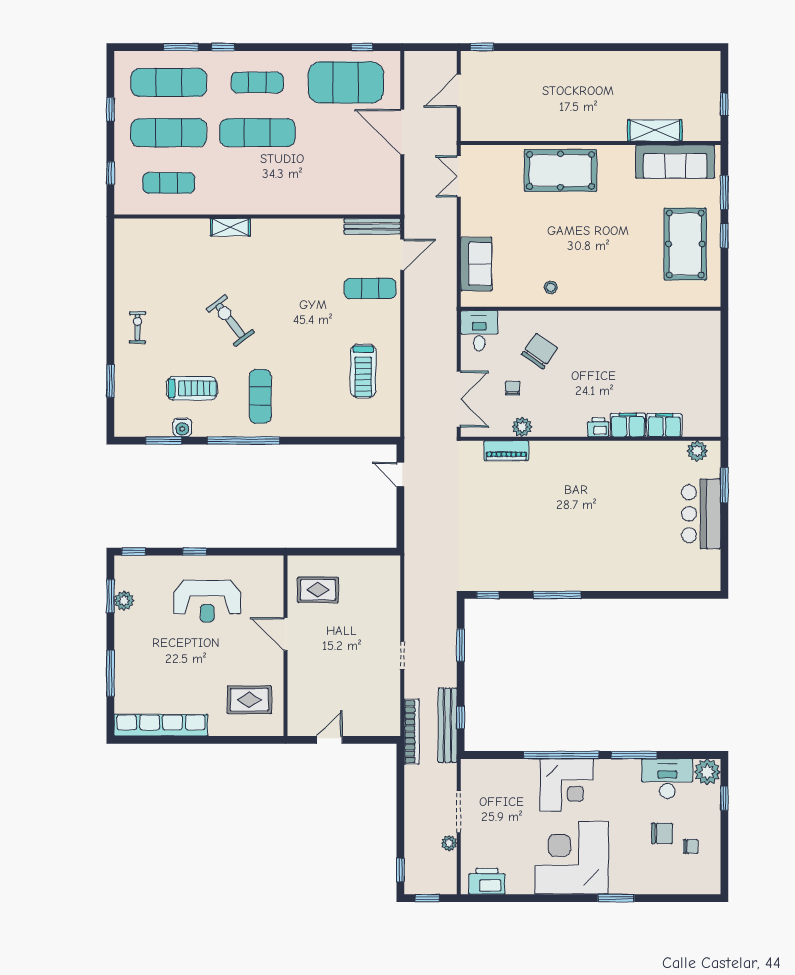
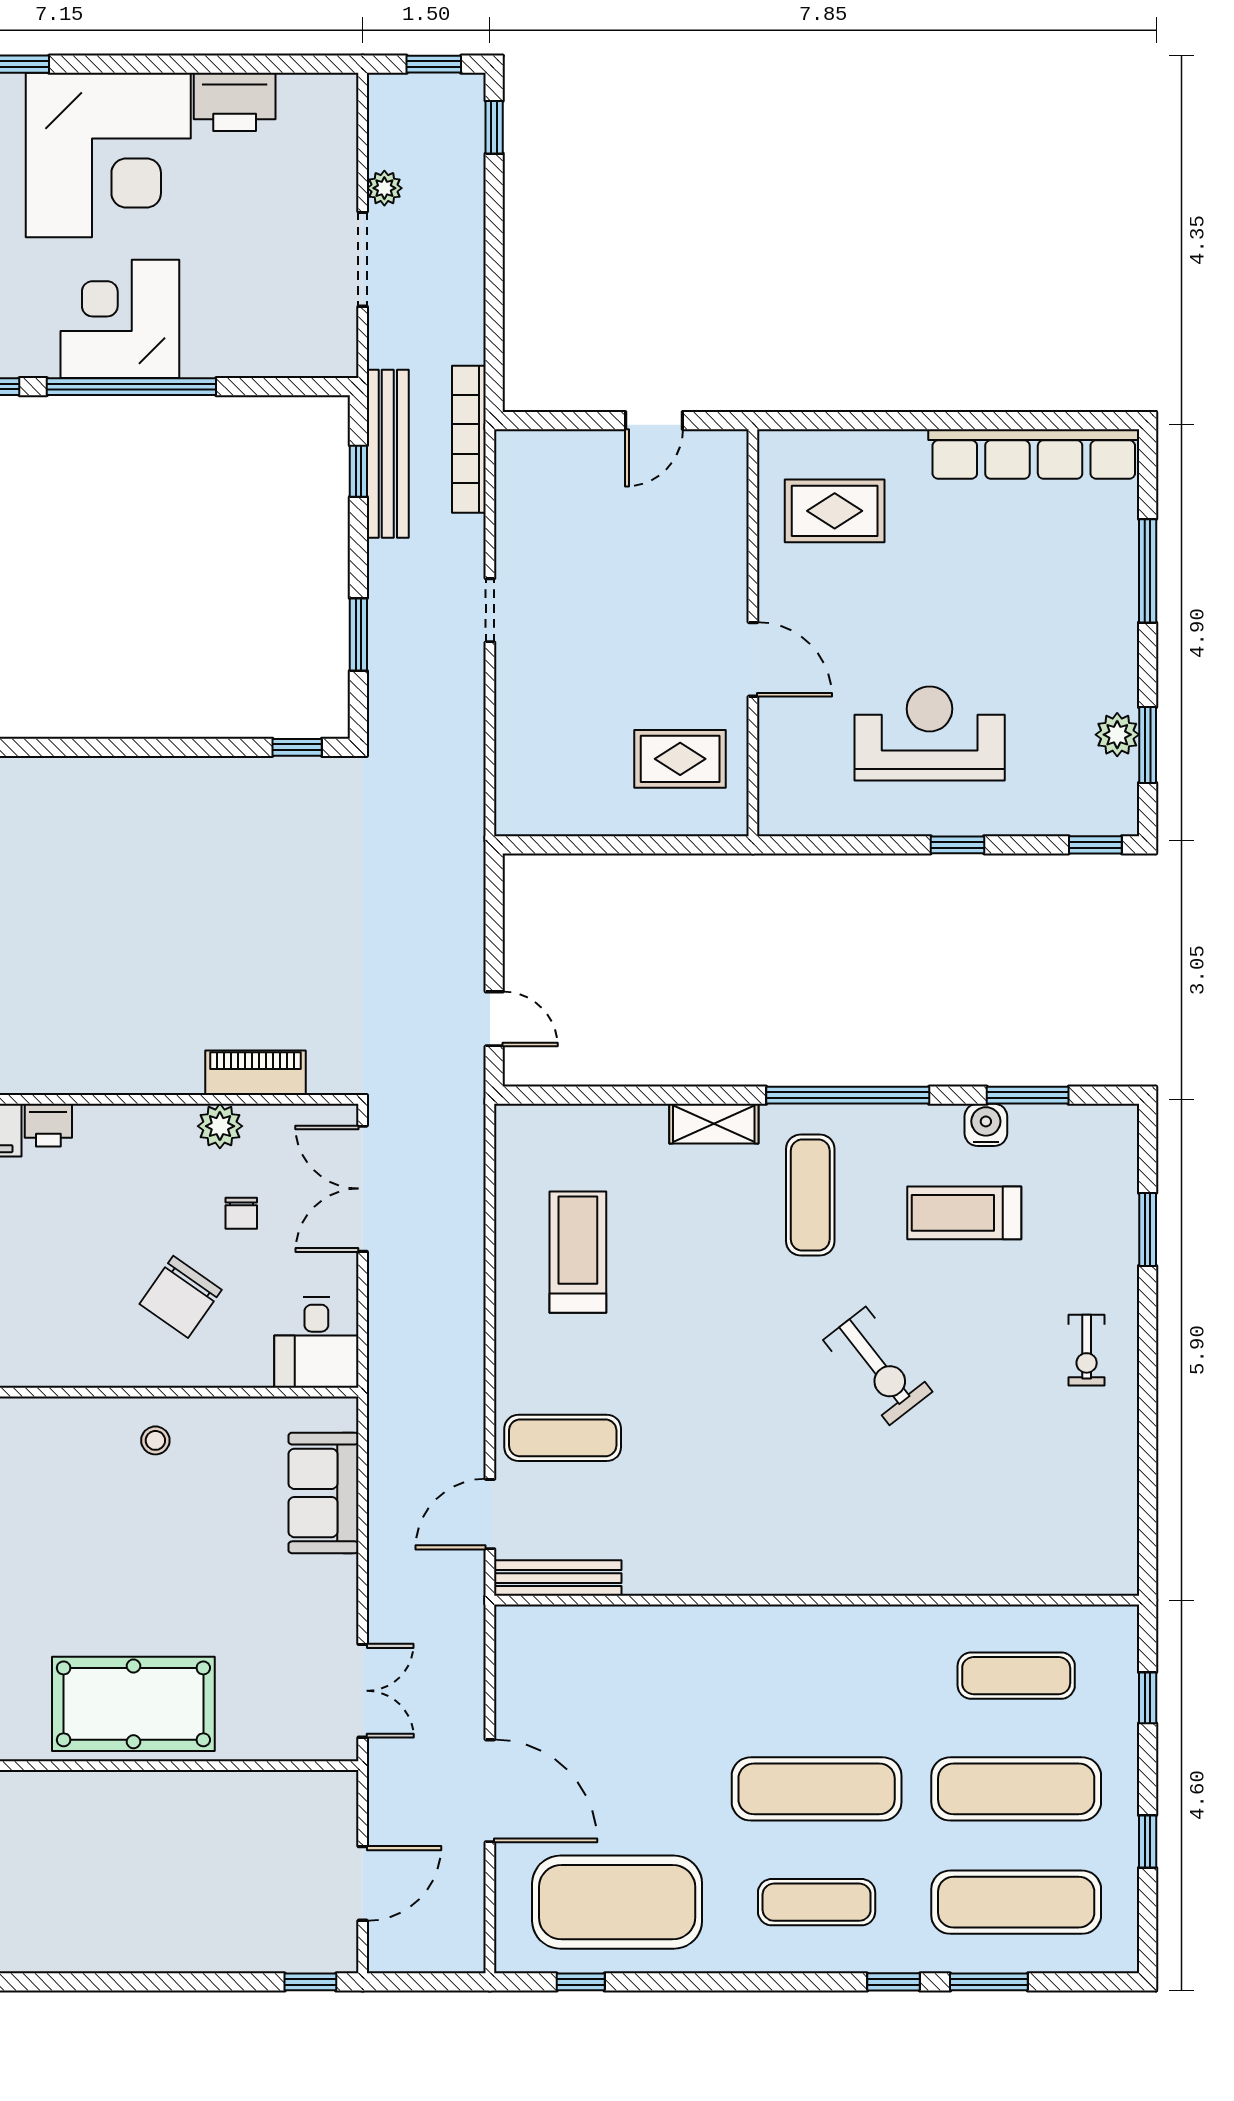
shelving: (230, 227) -> (714, 1124), moved
window: (557, 595) -> (141, 747), removed
printer: (487, 881) -> (235, 102), moved

